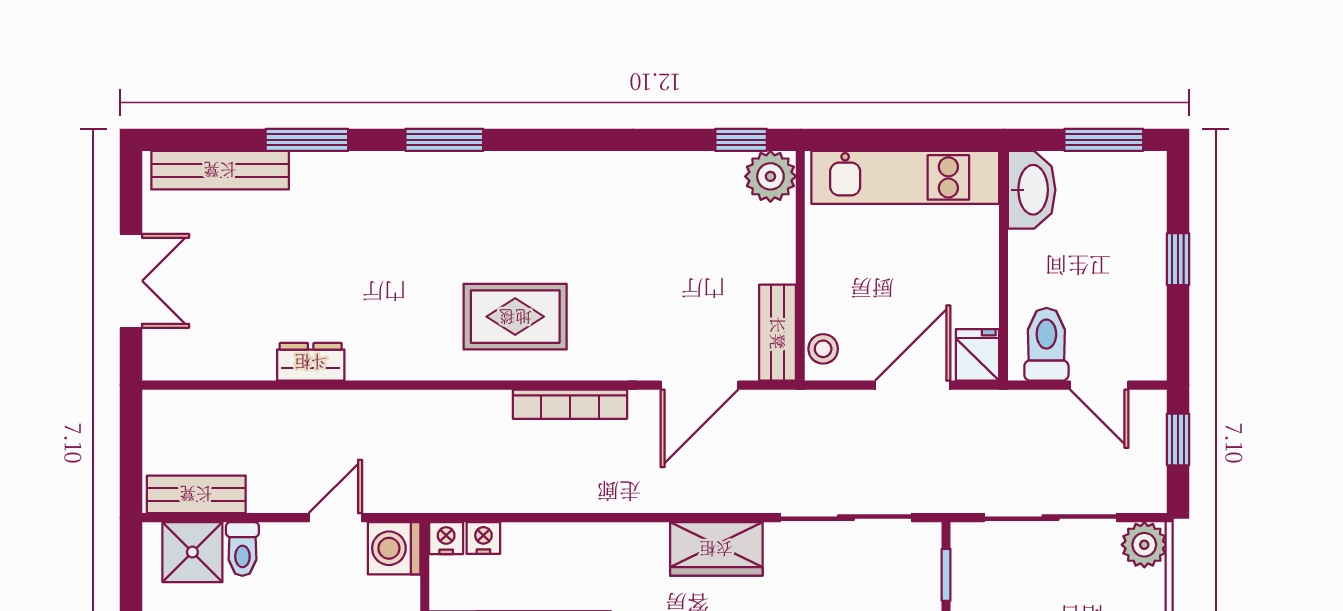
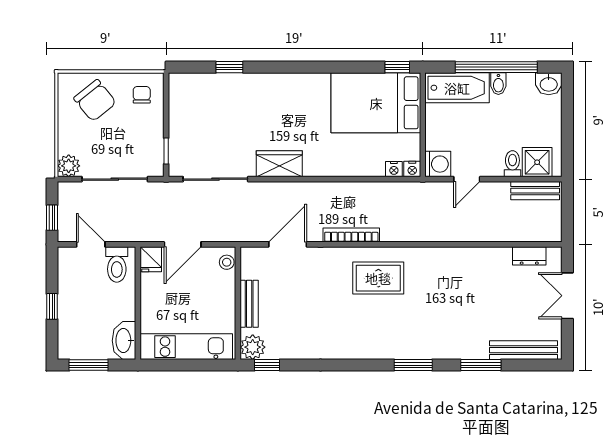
bench: (778, 333) -> (249, 304), moved
dresser: (311, 362) -> (529, 256), moved

